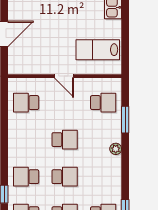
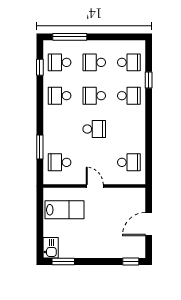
school desk: (65, 140) -> (94, 129), turned 180
plant: (116, 149) -> (48, 121), removed
school desk: (103, 177) -> (60, 96), added

